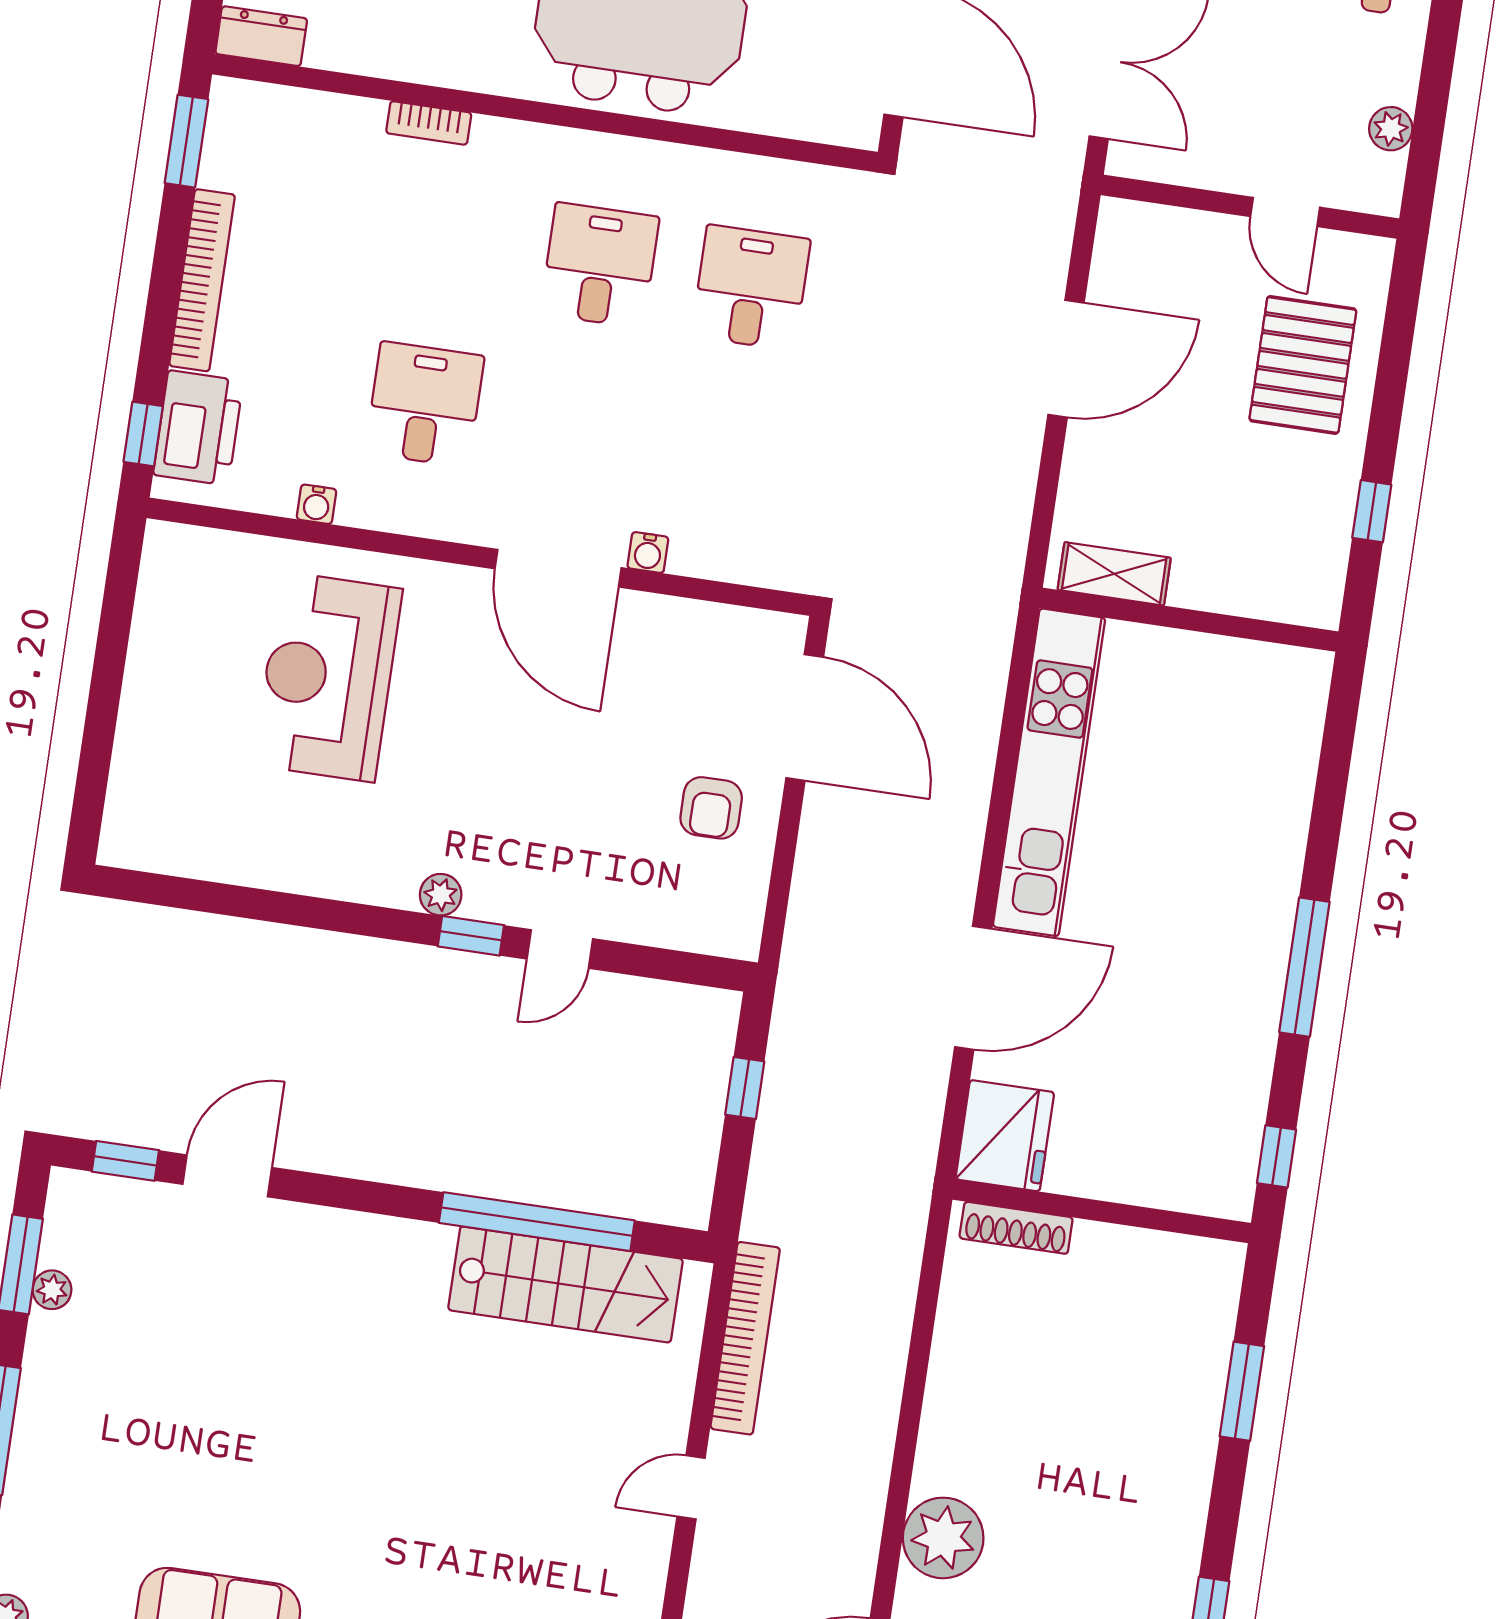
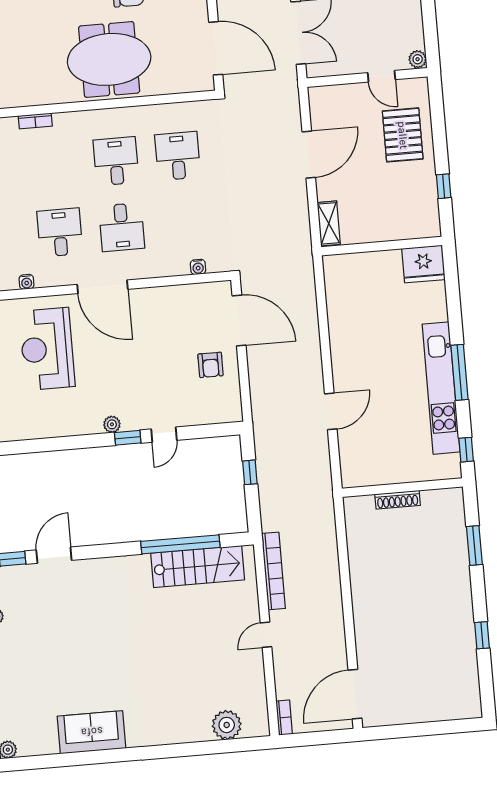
plant: (1391, 129) -> (418, 59), moved
desk: (576, 427) -> (122, 227), added
water cooler: (648, 553) -> (198, 267), moved
door: (558, 568) -> (103, 287), moved
shelving: (1114, 574) -> (329, 223), moved, turned 90
kitchen unit: (1049, 772) -> (441, 388), moved, turned 180
door: (973, 988) -> (331, 411), width x0.73
fridge: (1005, 1136) -> (423, 264), moved, turned 90
shoe rack: (1016, 1228) -> (398, 500), moved
plant: (943, 1538) -> (370, 631), removed

